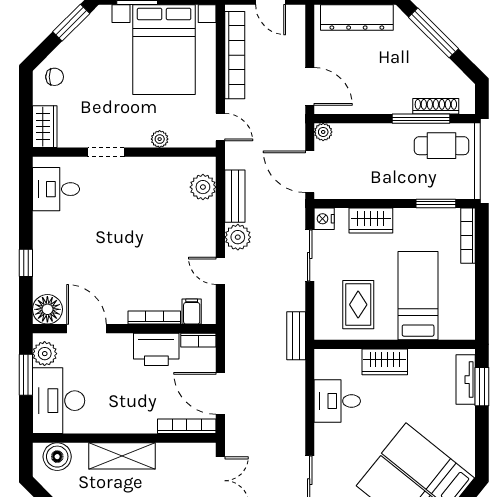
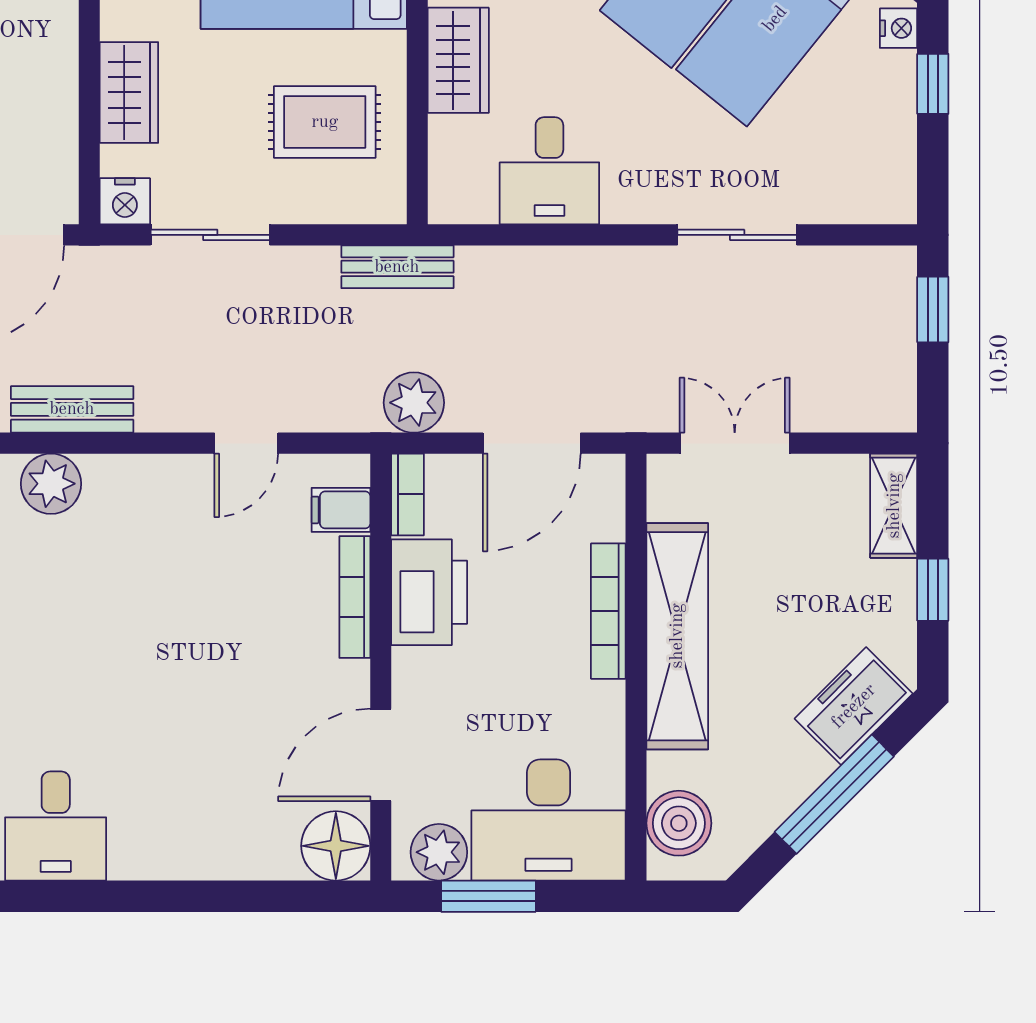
plant: (238, 237) -> (414, 403), moved
window: (26, 263) -> (227, 896), removed
bookcase: (187, 426) -> (608, 611), moved
shelving: (122, 456) -> (677, 636), width x1.47

